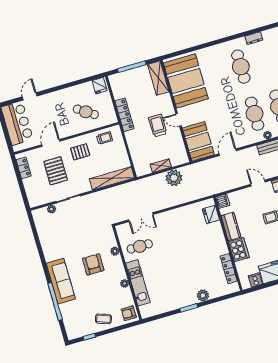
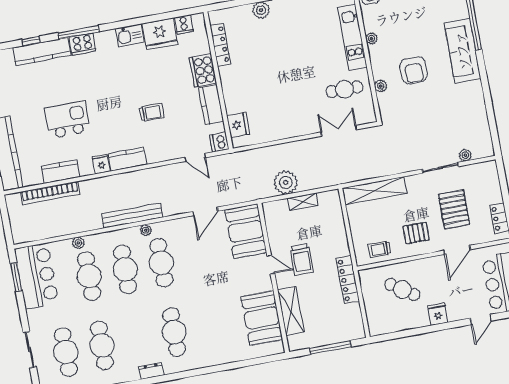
shelving: (158, 78) -> (291, 311), moved
booth: (186, 81) -> (262, 318), width x0.73, depth x0.70
fridge: (100, 86) -> (438, 314), moved
door: (258, 183) -> (195, 157), moved

